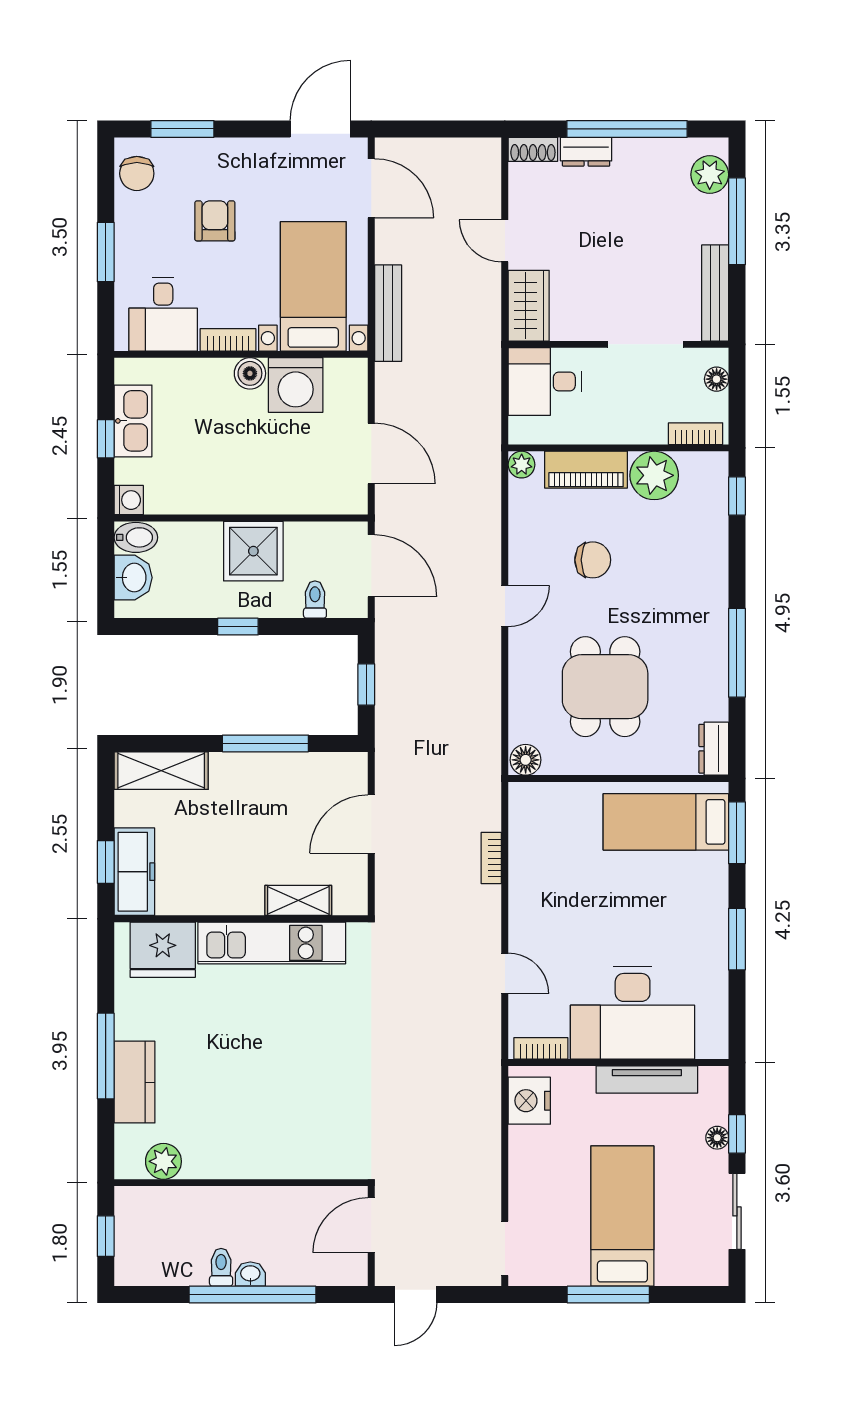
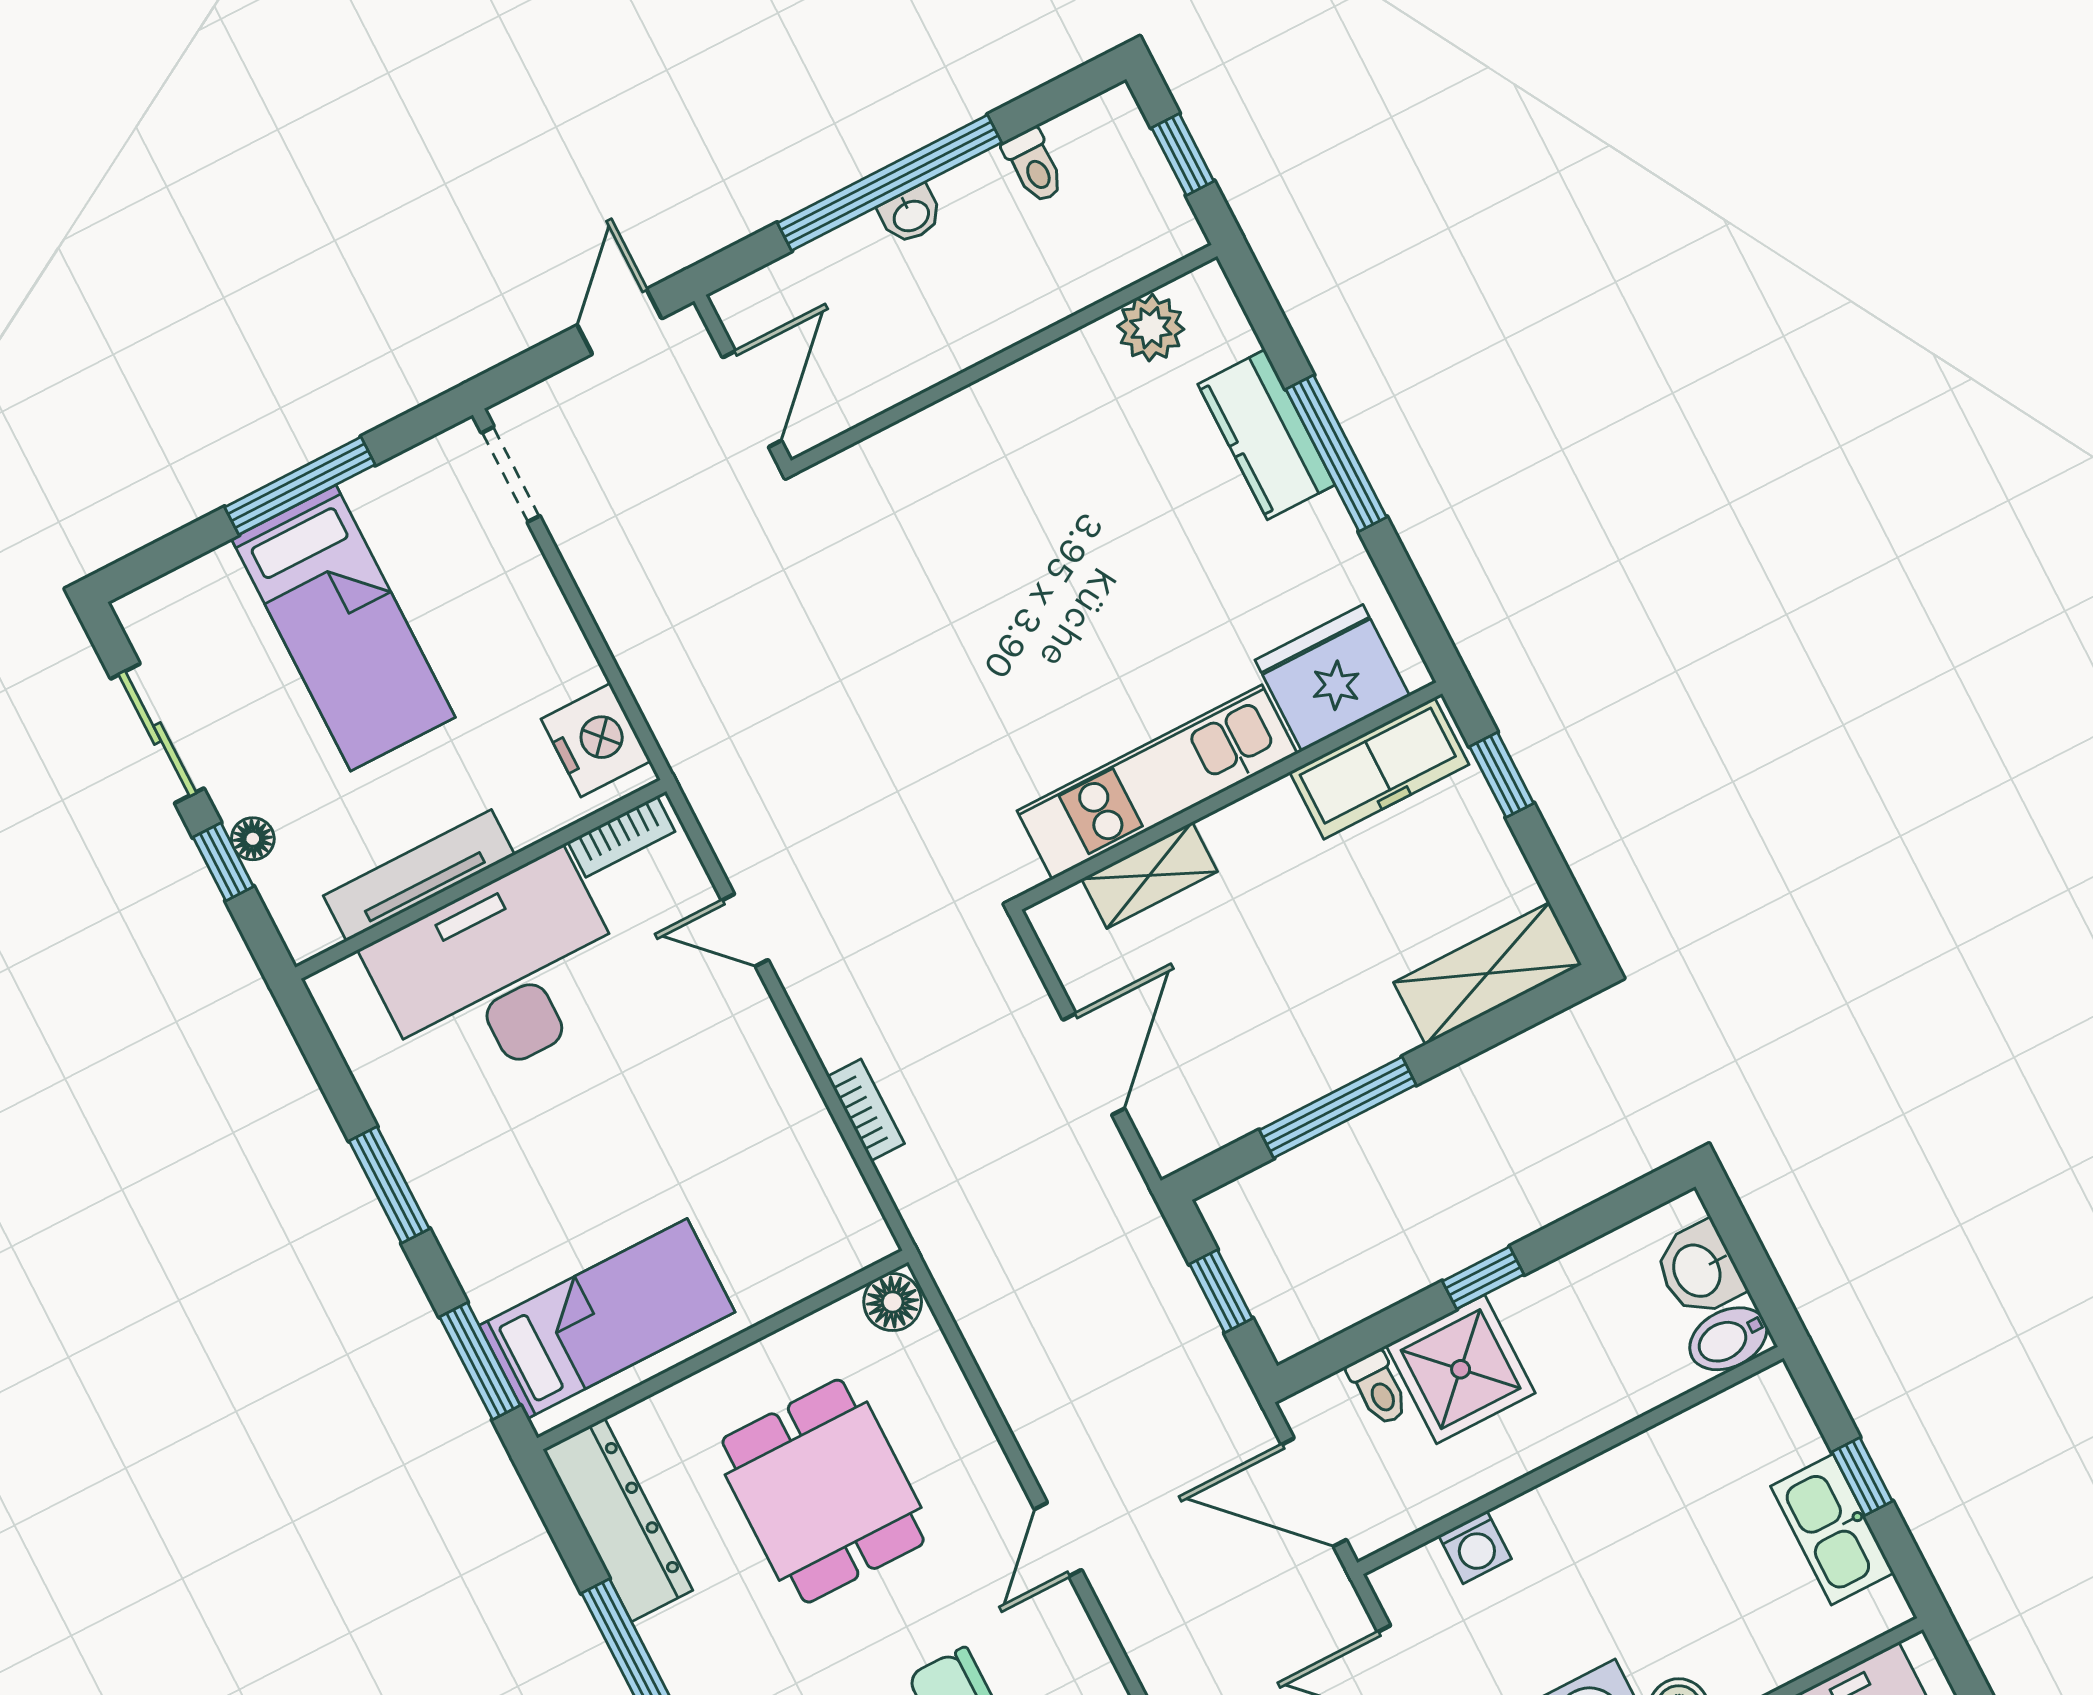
washing machine: (129, 500) -> (1475, 1547), moved, turned -90
shower: (253, 551) -> (1461, 1369), moved
dresser: (714, 749) -> (618, 1520), width x1.96, depth x1.24
freezer: (134, 872) -> (1379, 768), moved, turned -90
toilet: (221, 1267) -> (1034, 166), moved

